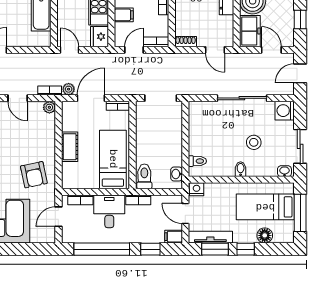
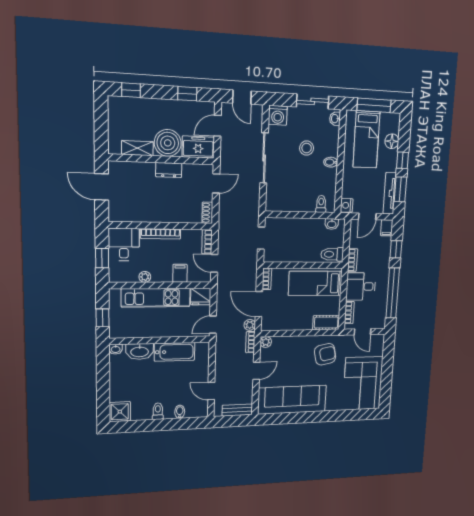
doorway: (161, 98) -> (261, 238), width x0.73
cot: (70, 147) -> (326, 323), moved

